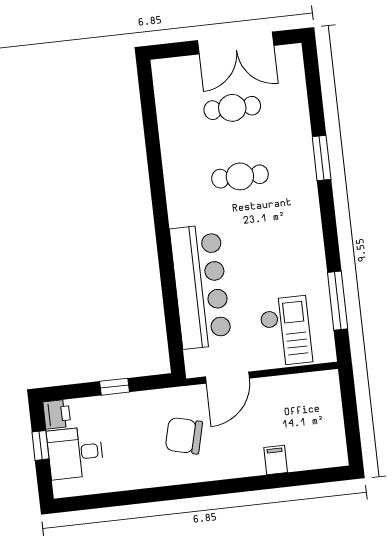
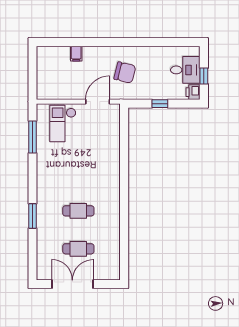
bar counter: (201, 287) -> (107, 153), removed

